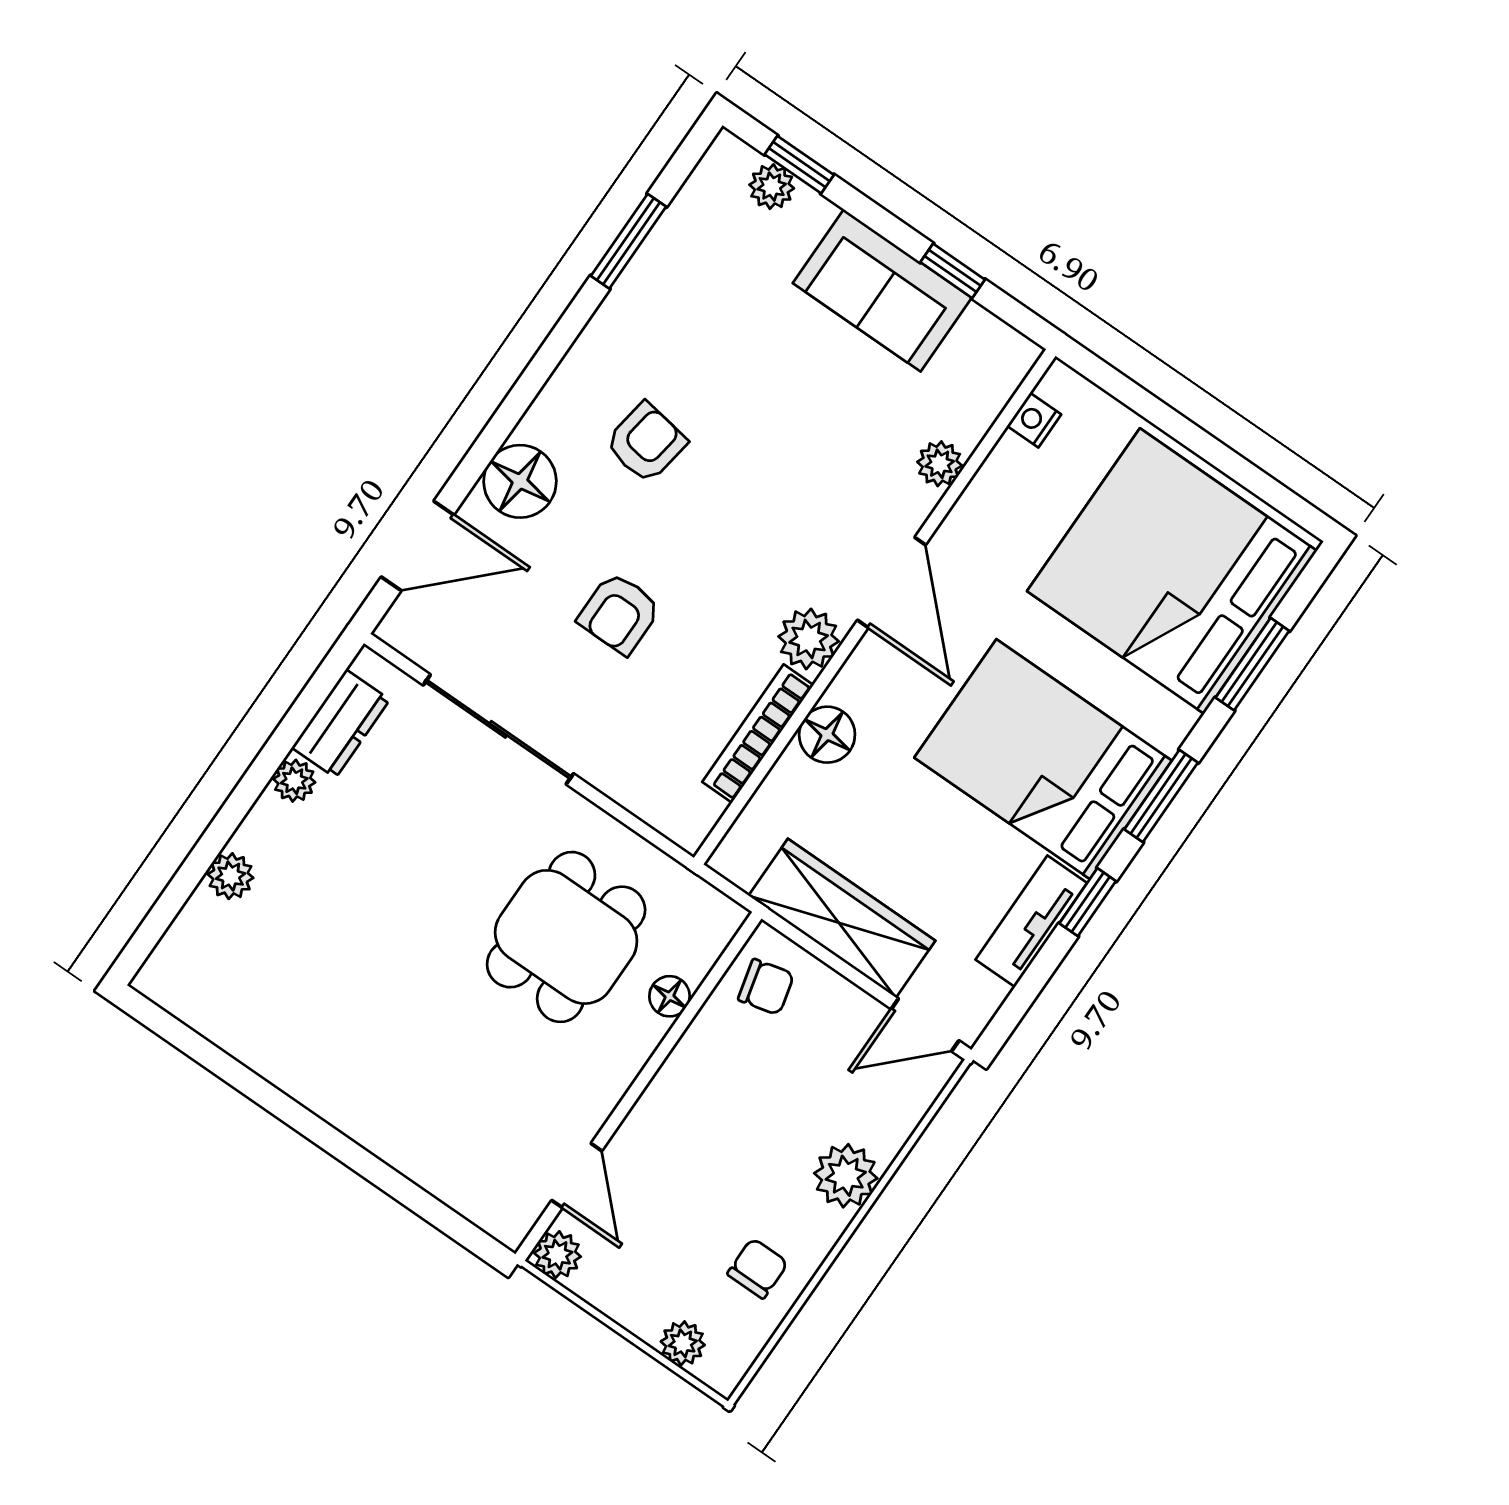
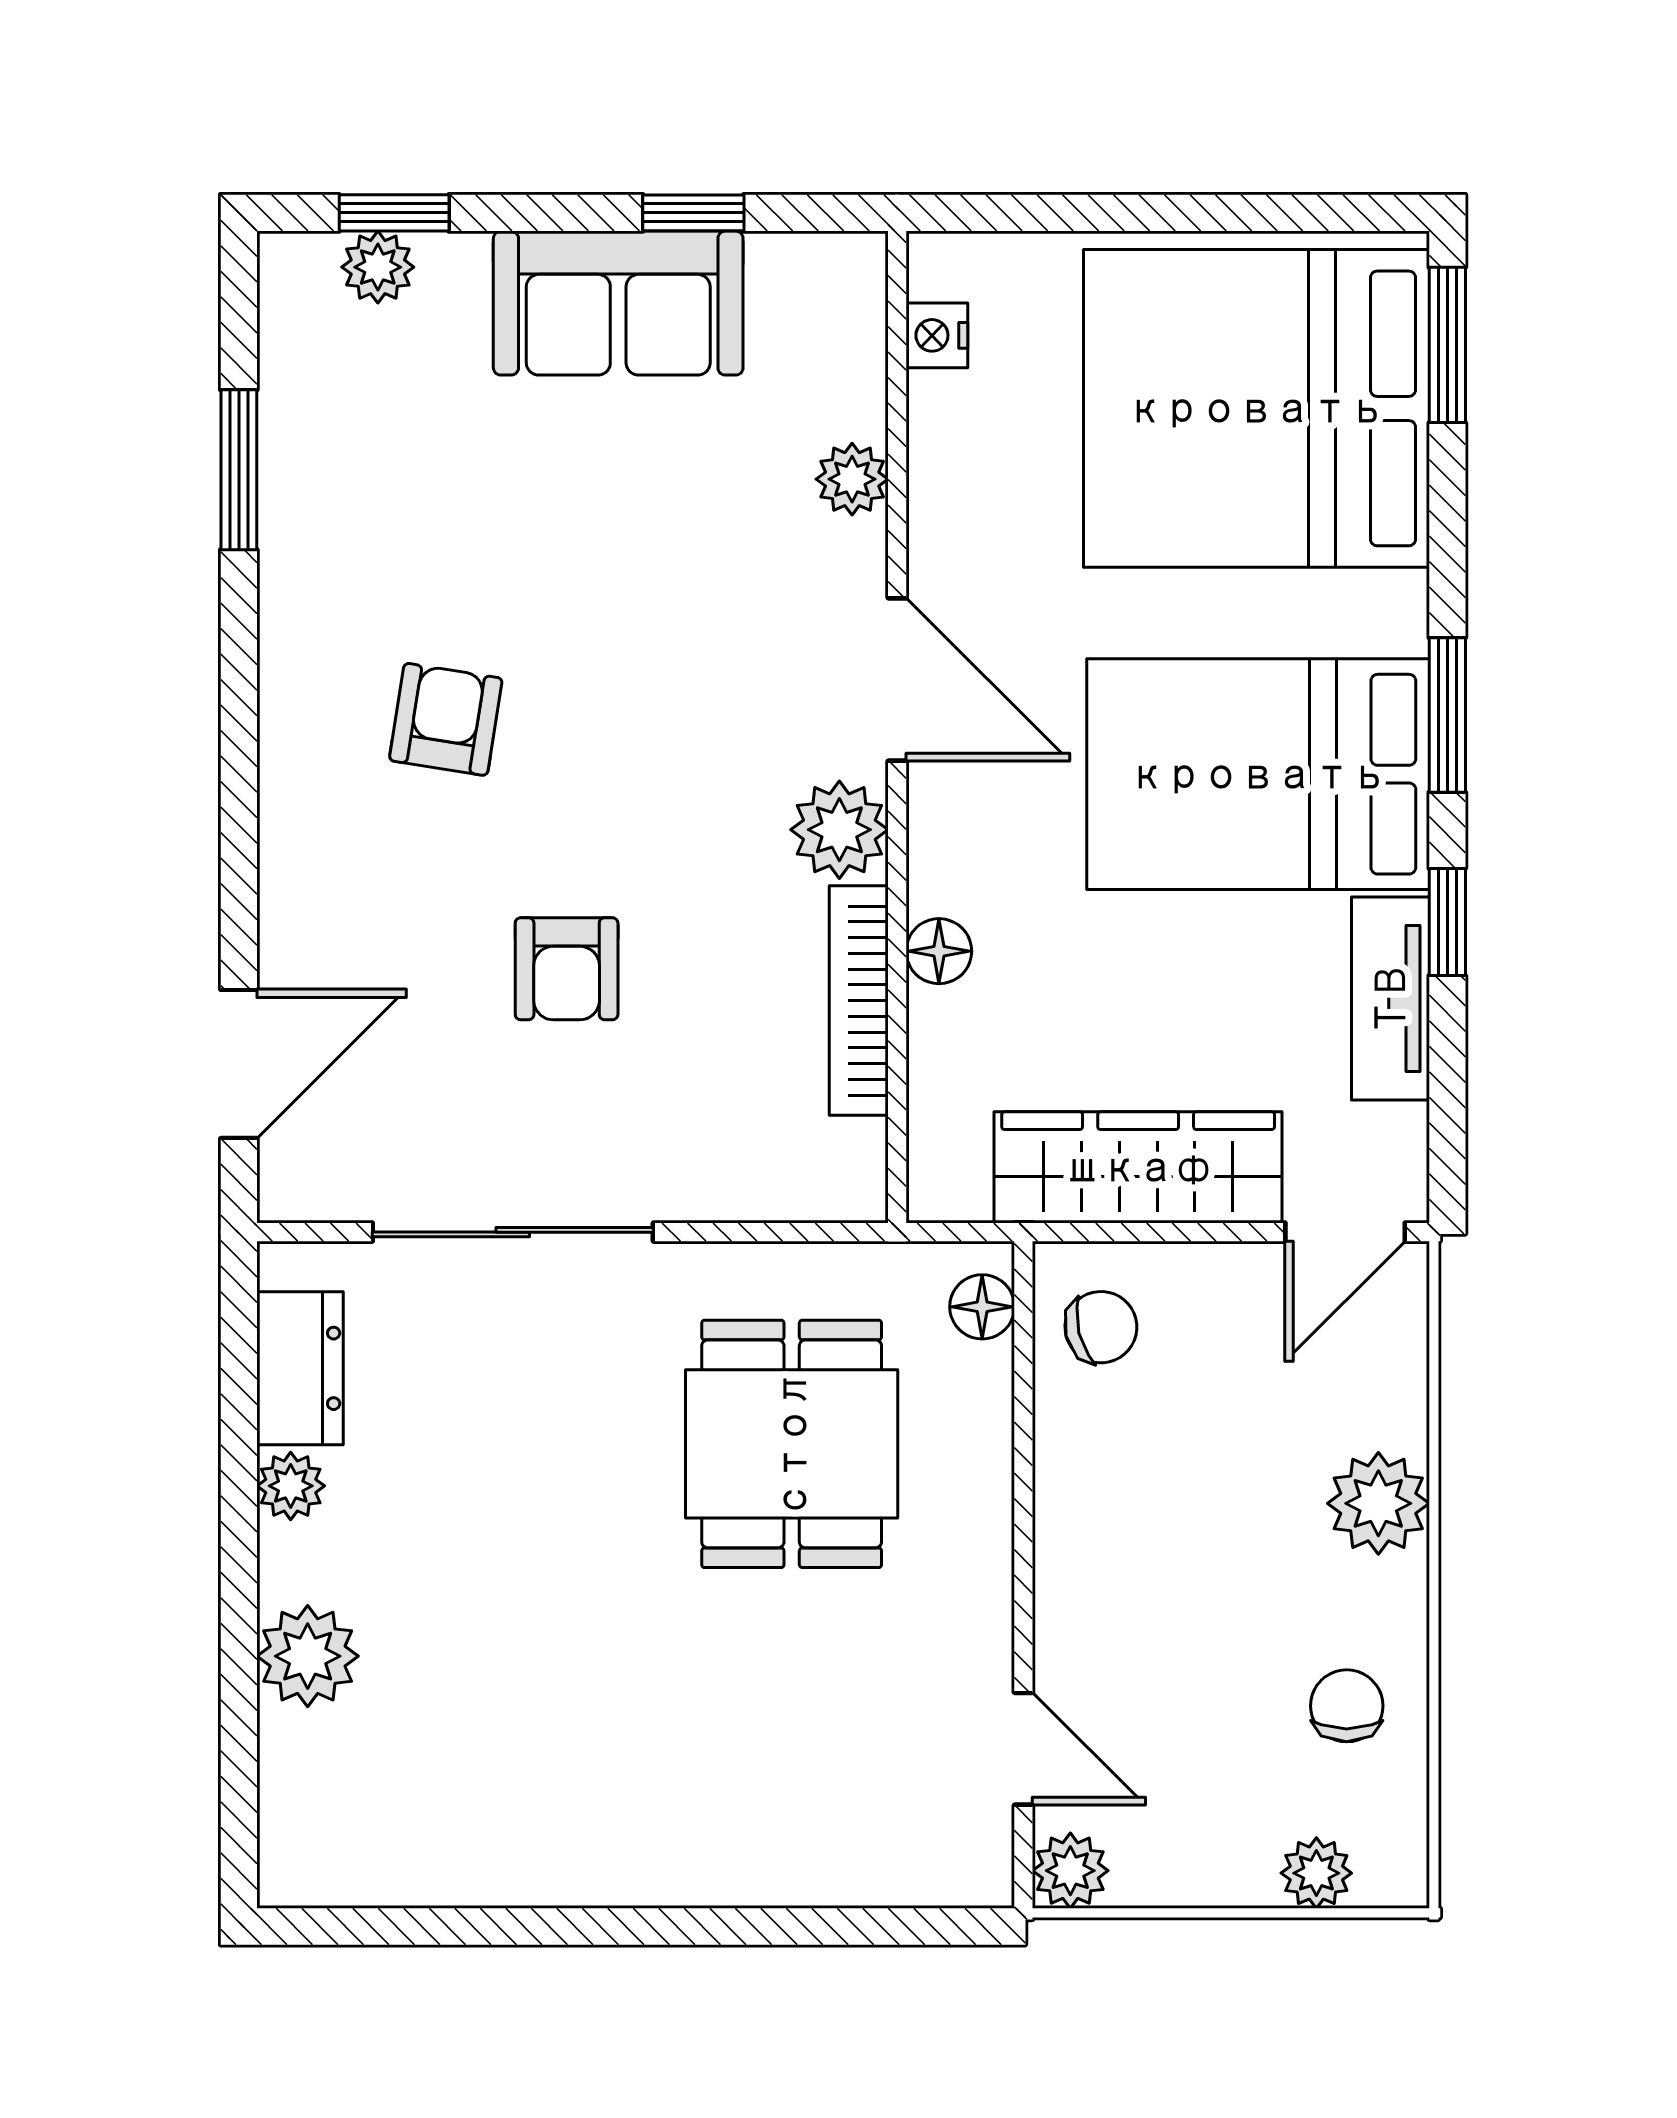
floor lamp: (520, 481) -> (315, 885), removed
window: (1252, 664) -> (1447, 345), moved
floor lamp: (827, 735) -> (939, 951), width x0.73, depth x0.73
plant: (231, 876) -> (308, 1656), width x1.38, depth x1.38
floor lamp: (669, 996) -> (982, 1307), moved

